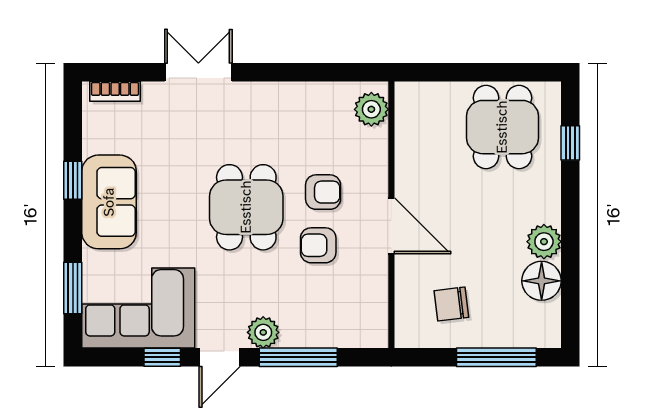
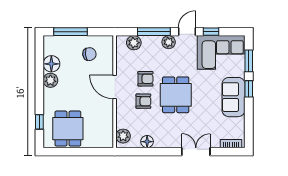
double door: (198, 72) -> (196, 152), swing flipped
floor lamp: (314, 96) -> (147, 142), added
window: (73, 180) -> (249, 89), moved
armchair: (323, 192) -> (143, 101), turned 180
plant: (346, 331) -> (134, 43), added

